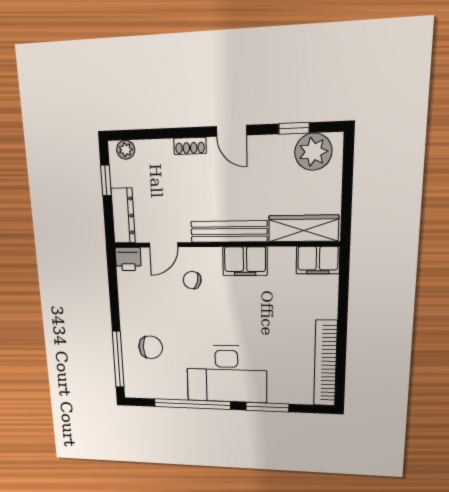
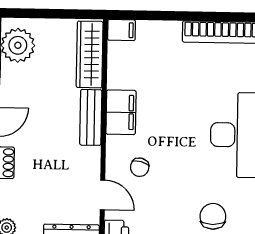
bench: (229, 231) -> (91, 117), width x0.73
filing cabinet: (318, 260) -> (121, 30), width x0.50

